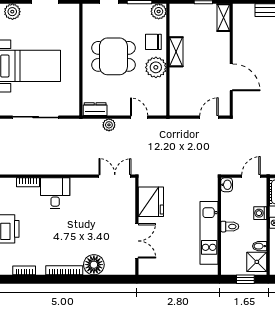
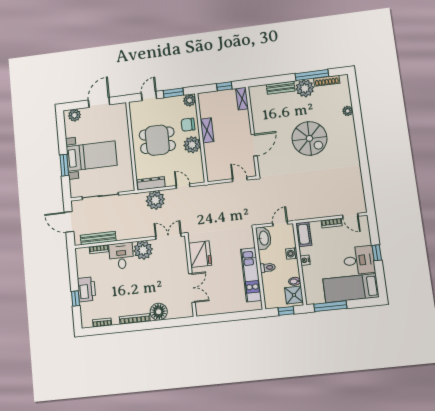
door: (231, 77) -> (254, 145), hinge flipped
dresser: (95, 109) -> (151, 183), width x1.44
door: (209, 117) -> (240, 179), hinge flipped
plant: (109, 125) -> (155, 200), width x1.88, depth x1.88
bench: (28, 169) -> (98, 238), added
washbasin: (227, 185) -> (264, 238), width x1.91, depth x1.45
plant: (82, 189) -> (143, 250), added

